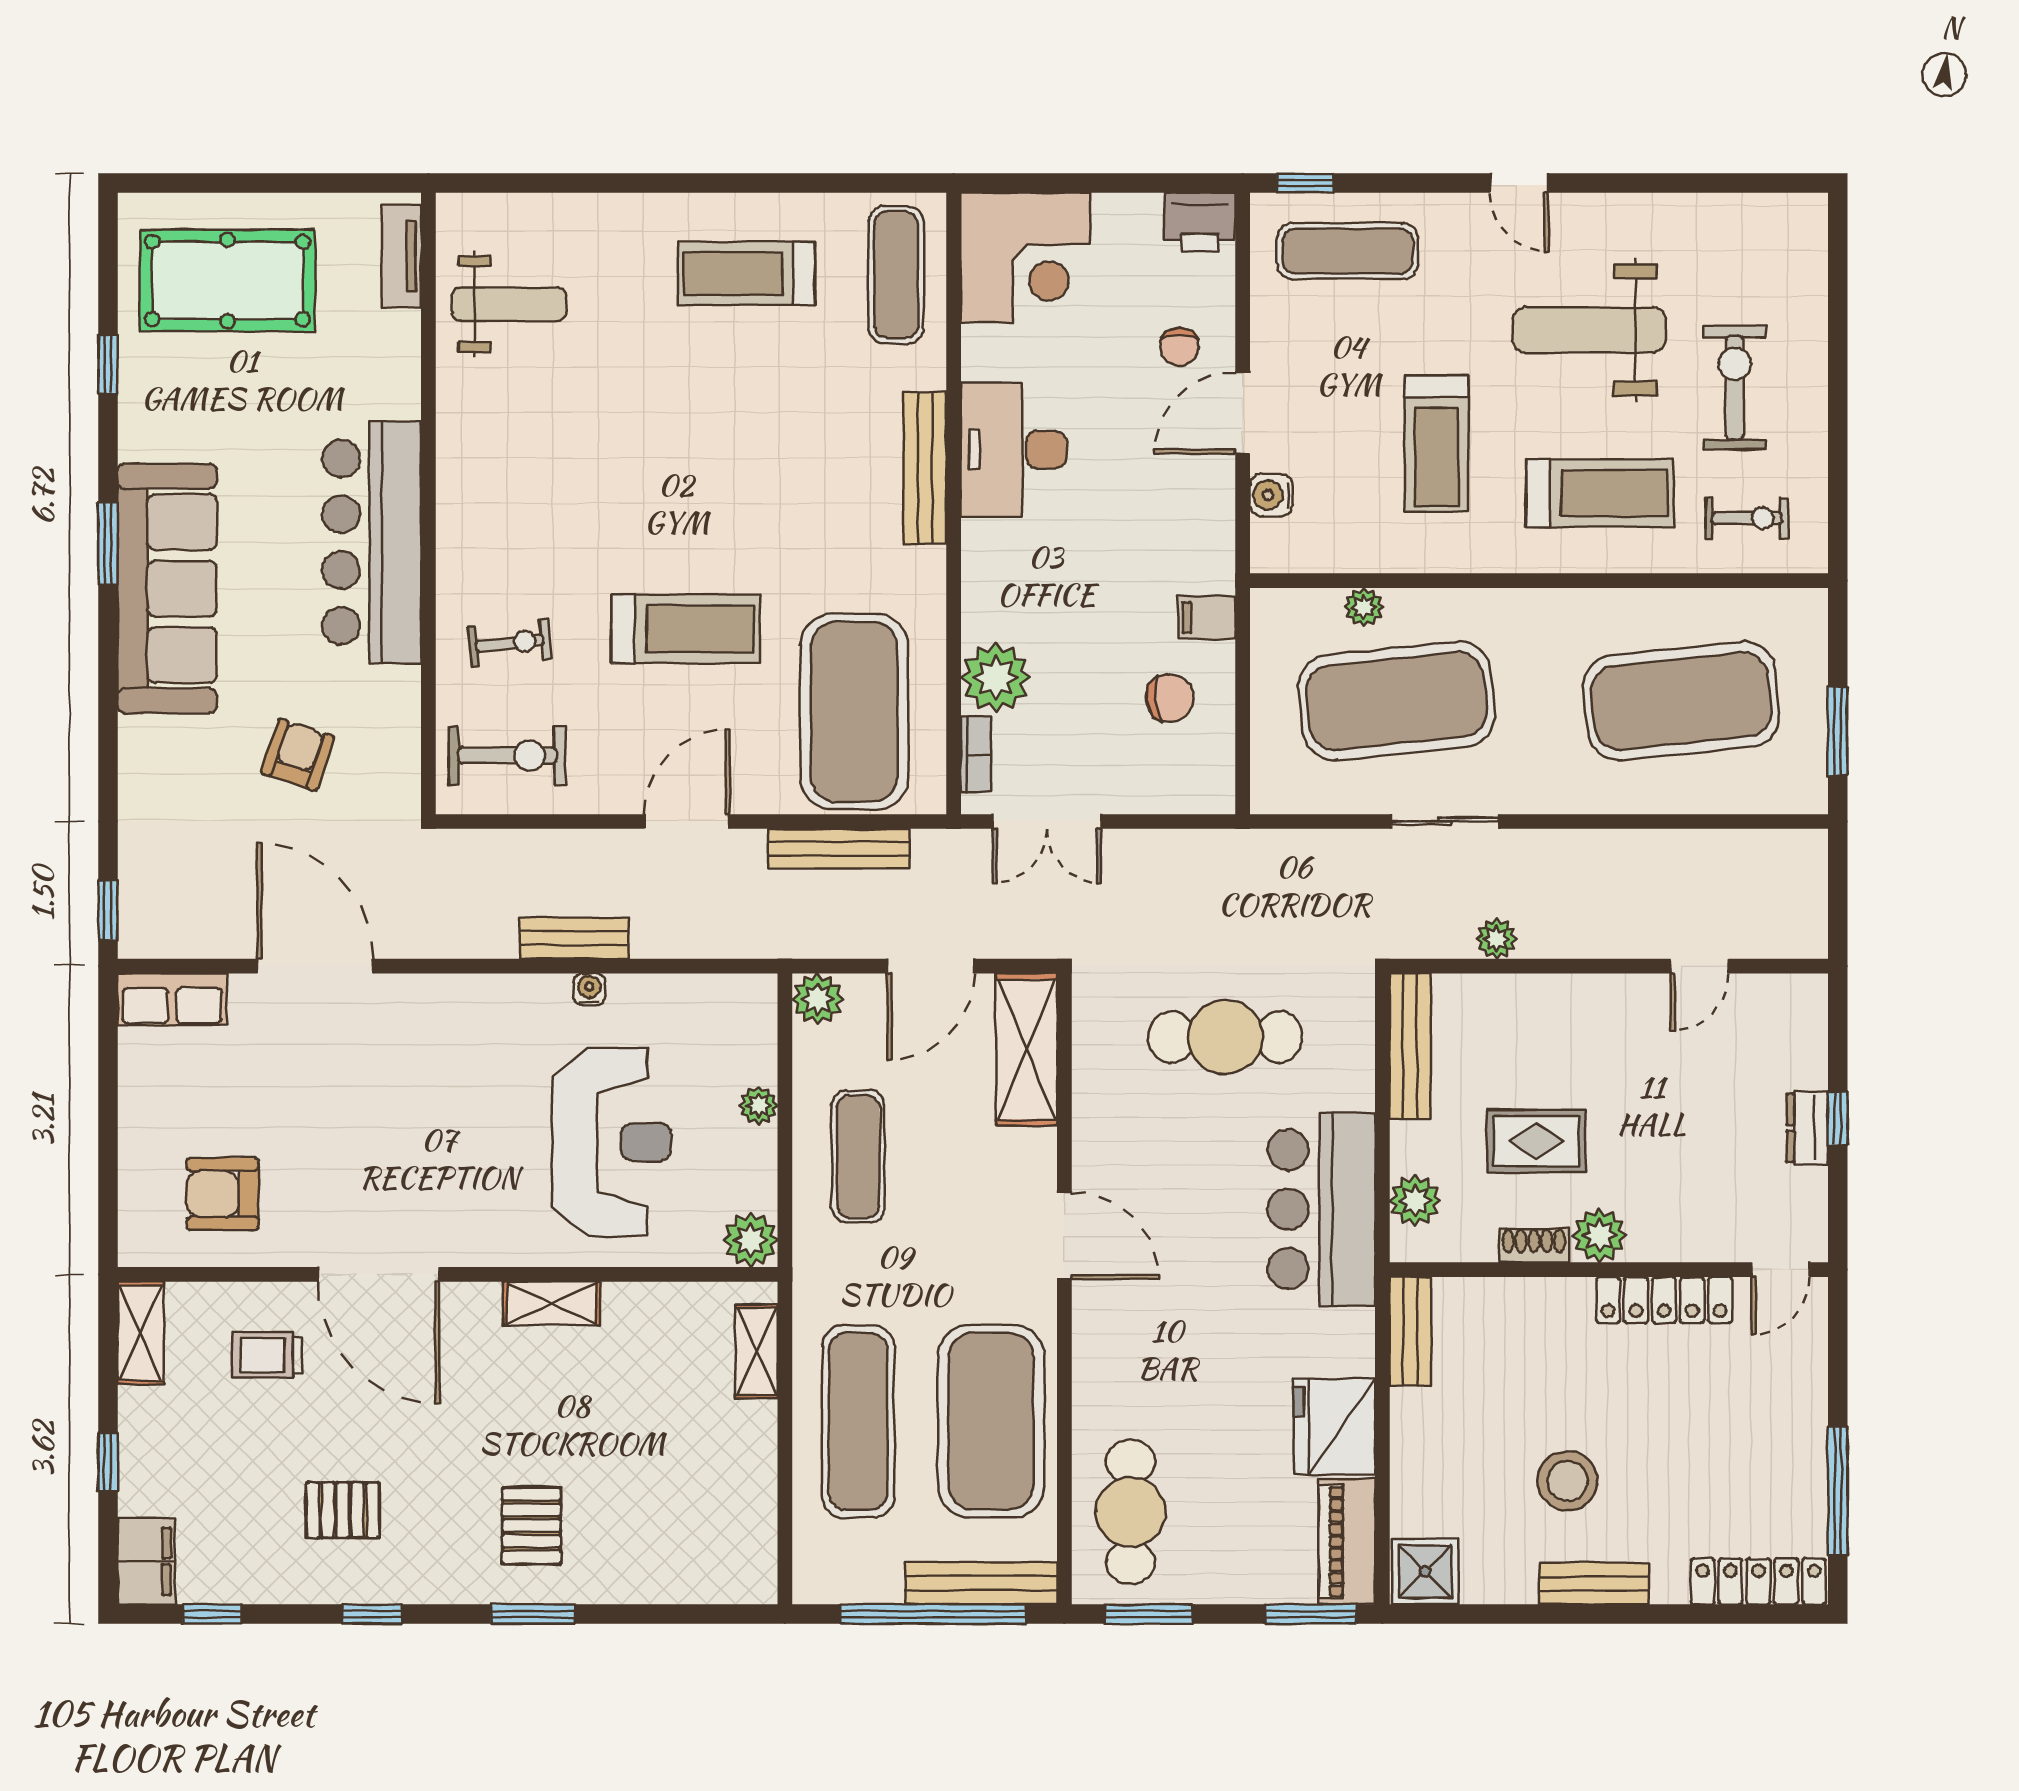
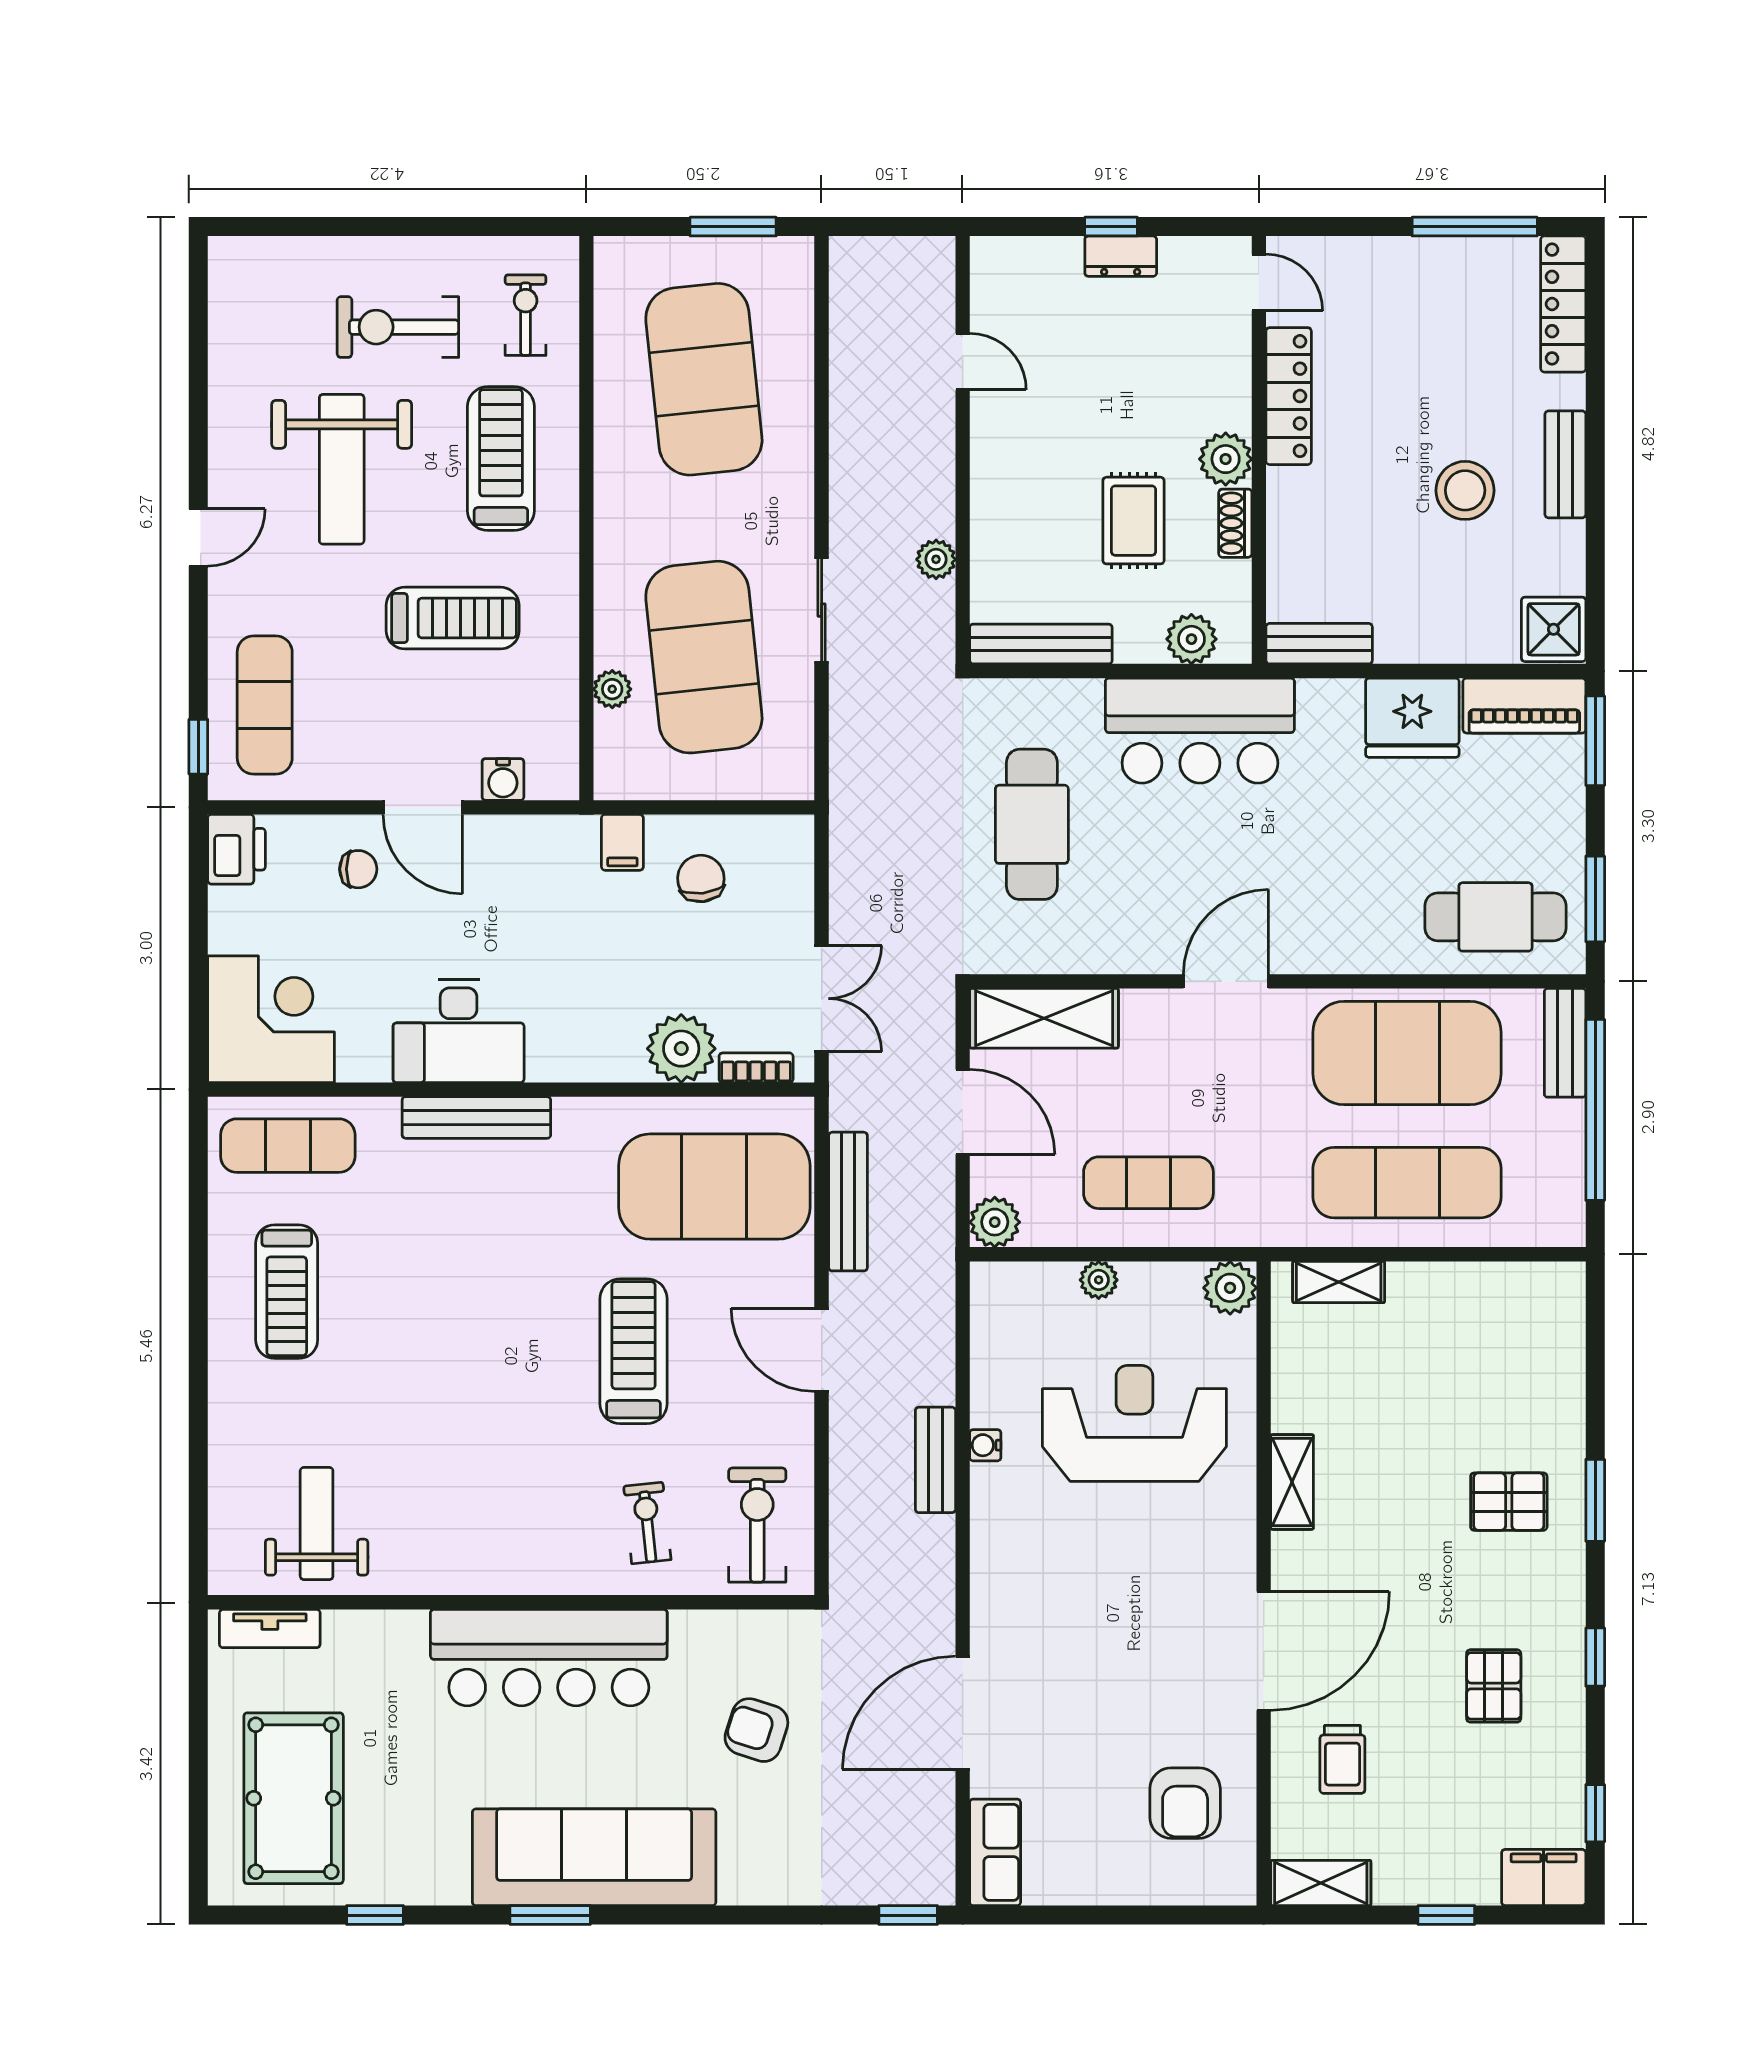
bench: (981, 1583) -> (1565, 1043), width x0.73

